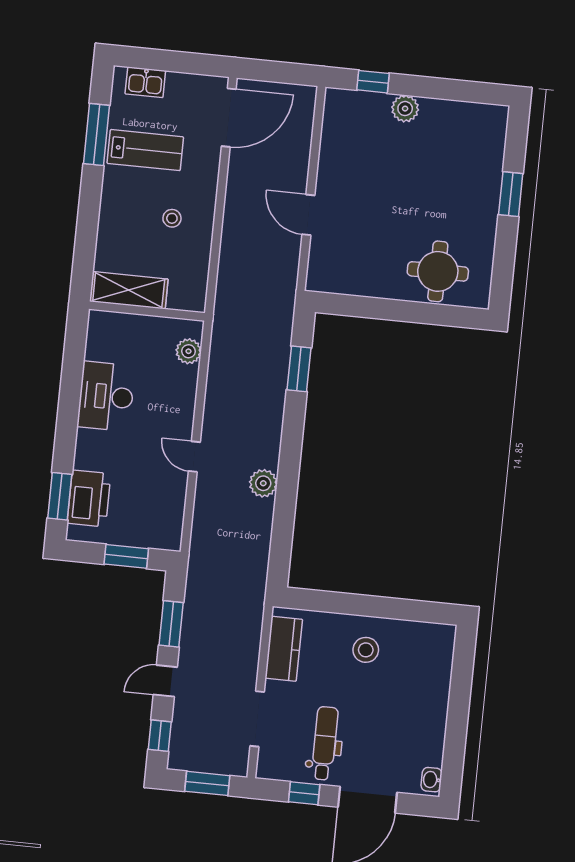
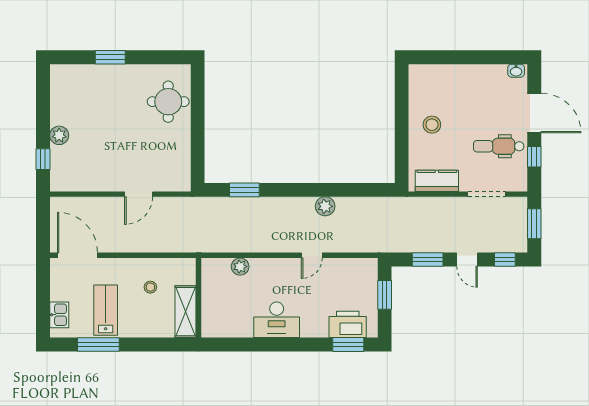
shelving: (129, 290) -> (186, 312), moved
wall: (147, 311) -> (199, 298), moved

